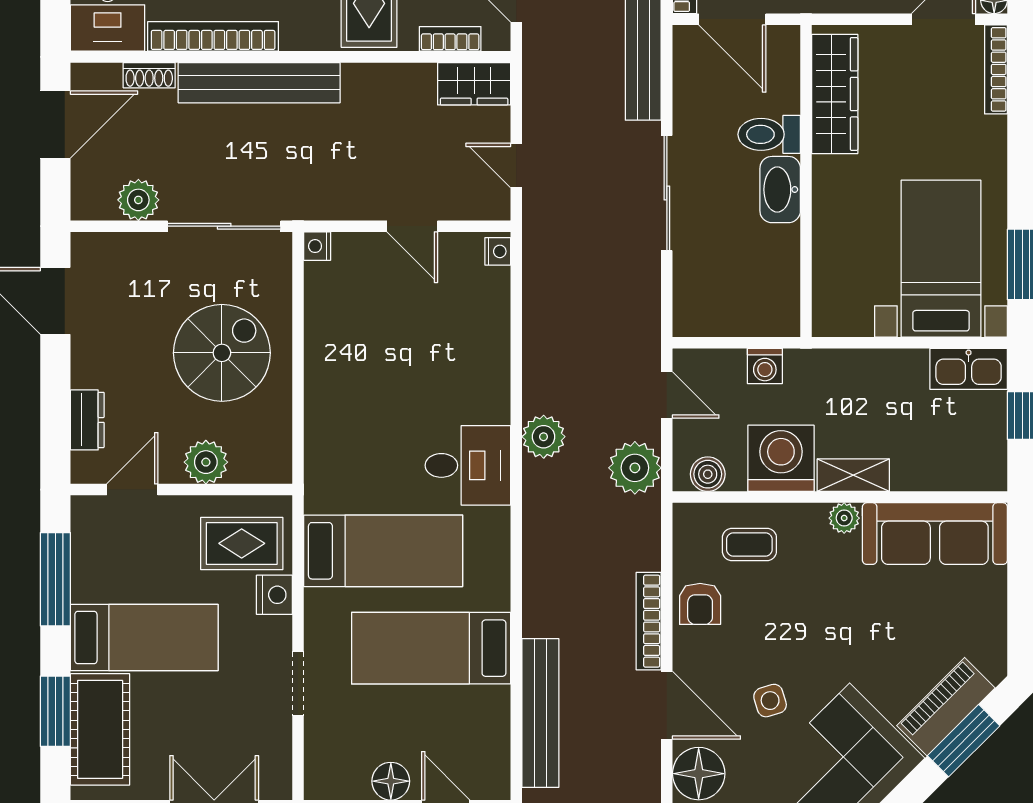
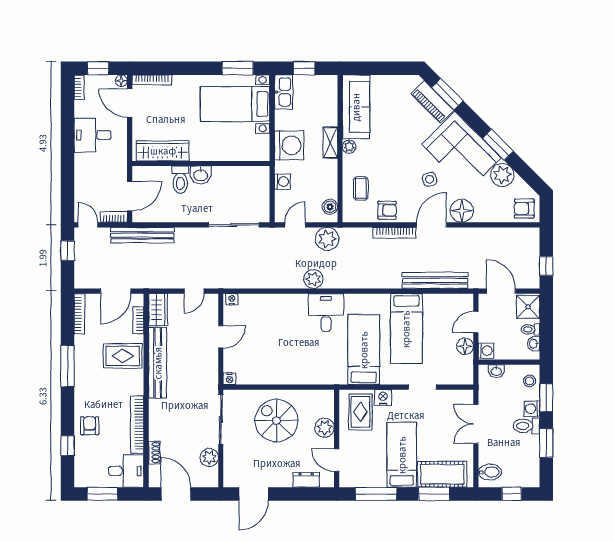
bench: (259, 83) -> (158, 363), moved
washbasin: (780, 190) -> (201, 175), width x0.72
sliding door: (667, 193) -> (234, 225), moved
washing machine: (781, 458) -> (289, 145), moved, turned 180

